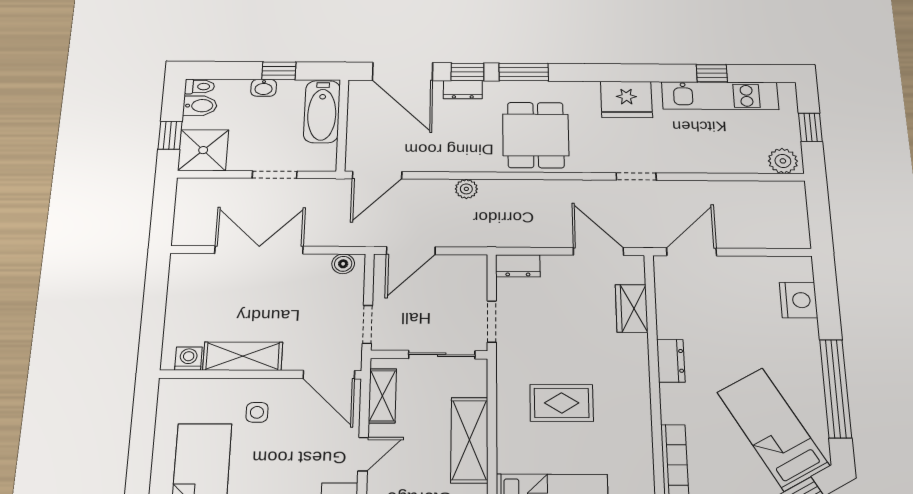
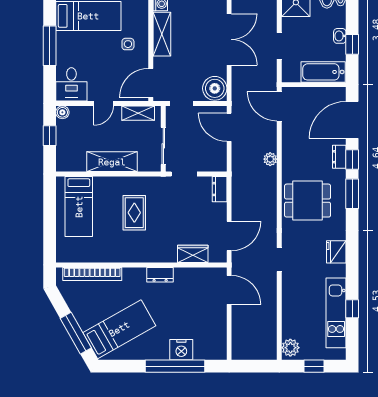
fridge: (626, 99) -> (336, 252), width x0.73, depth x0.75
boiler: (343, 264) -> (215, 88), width x1.86, depth x1.86
nightstand: (798, 300) -> (181, 350), moved
window: (836, 388) -> (175, 366), moved
door: (363, 454) -> (104, 103), hinge flipped

